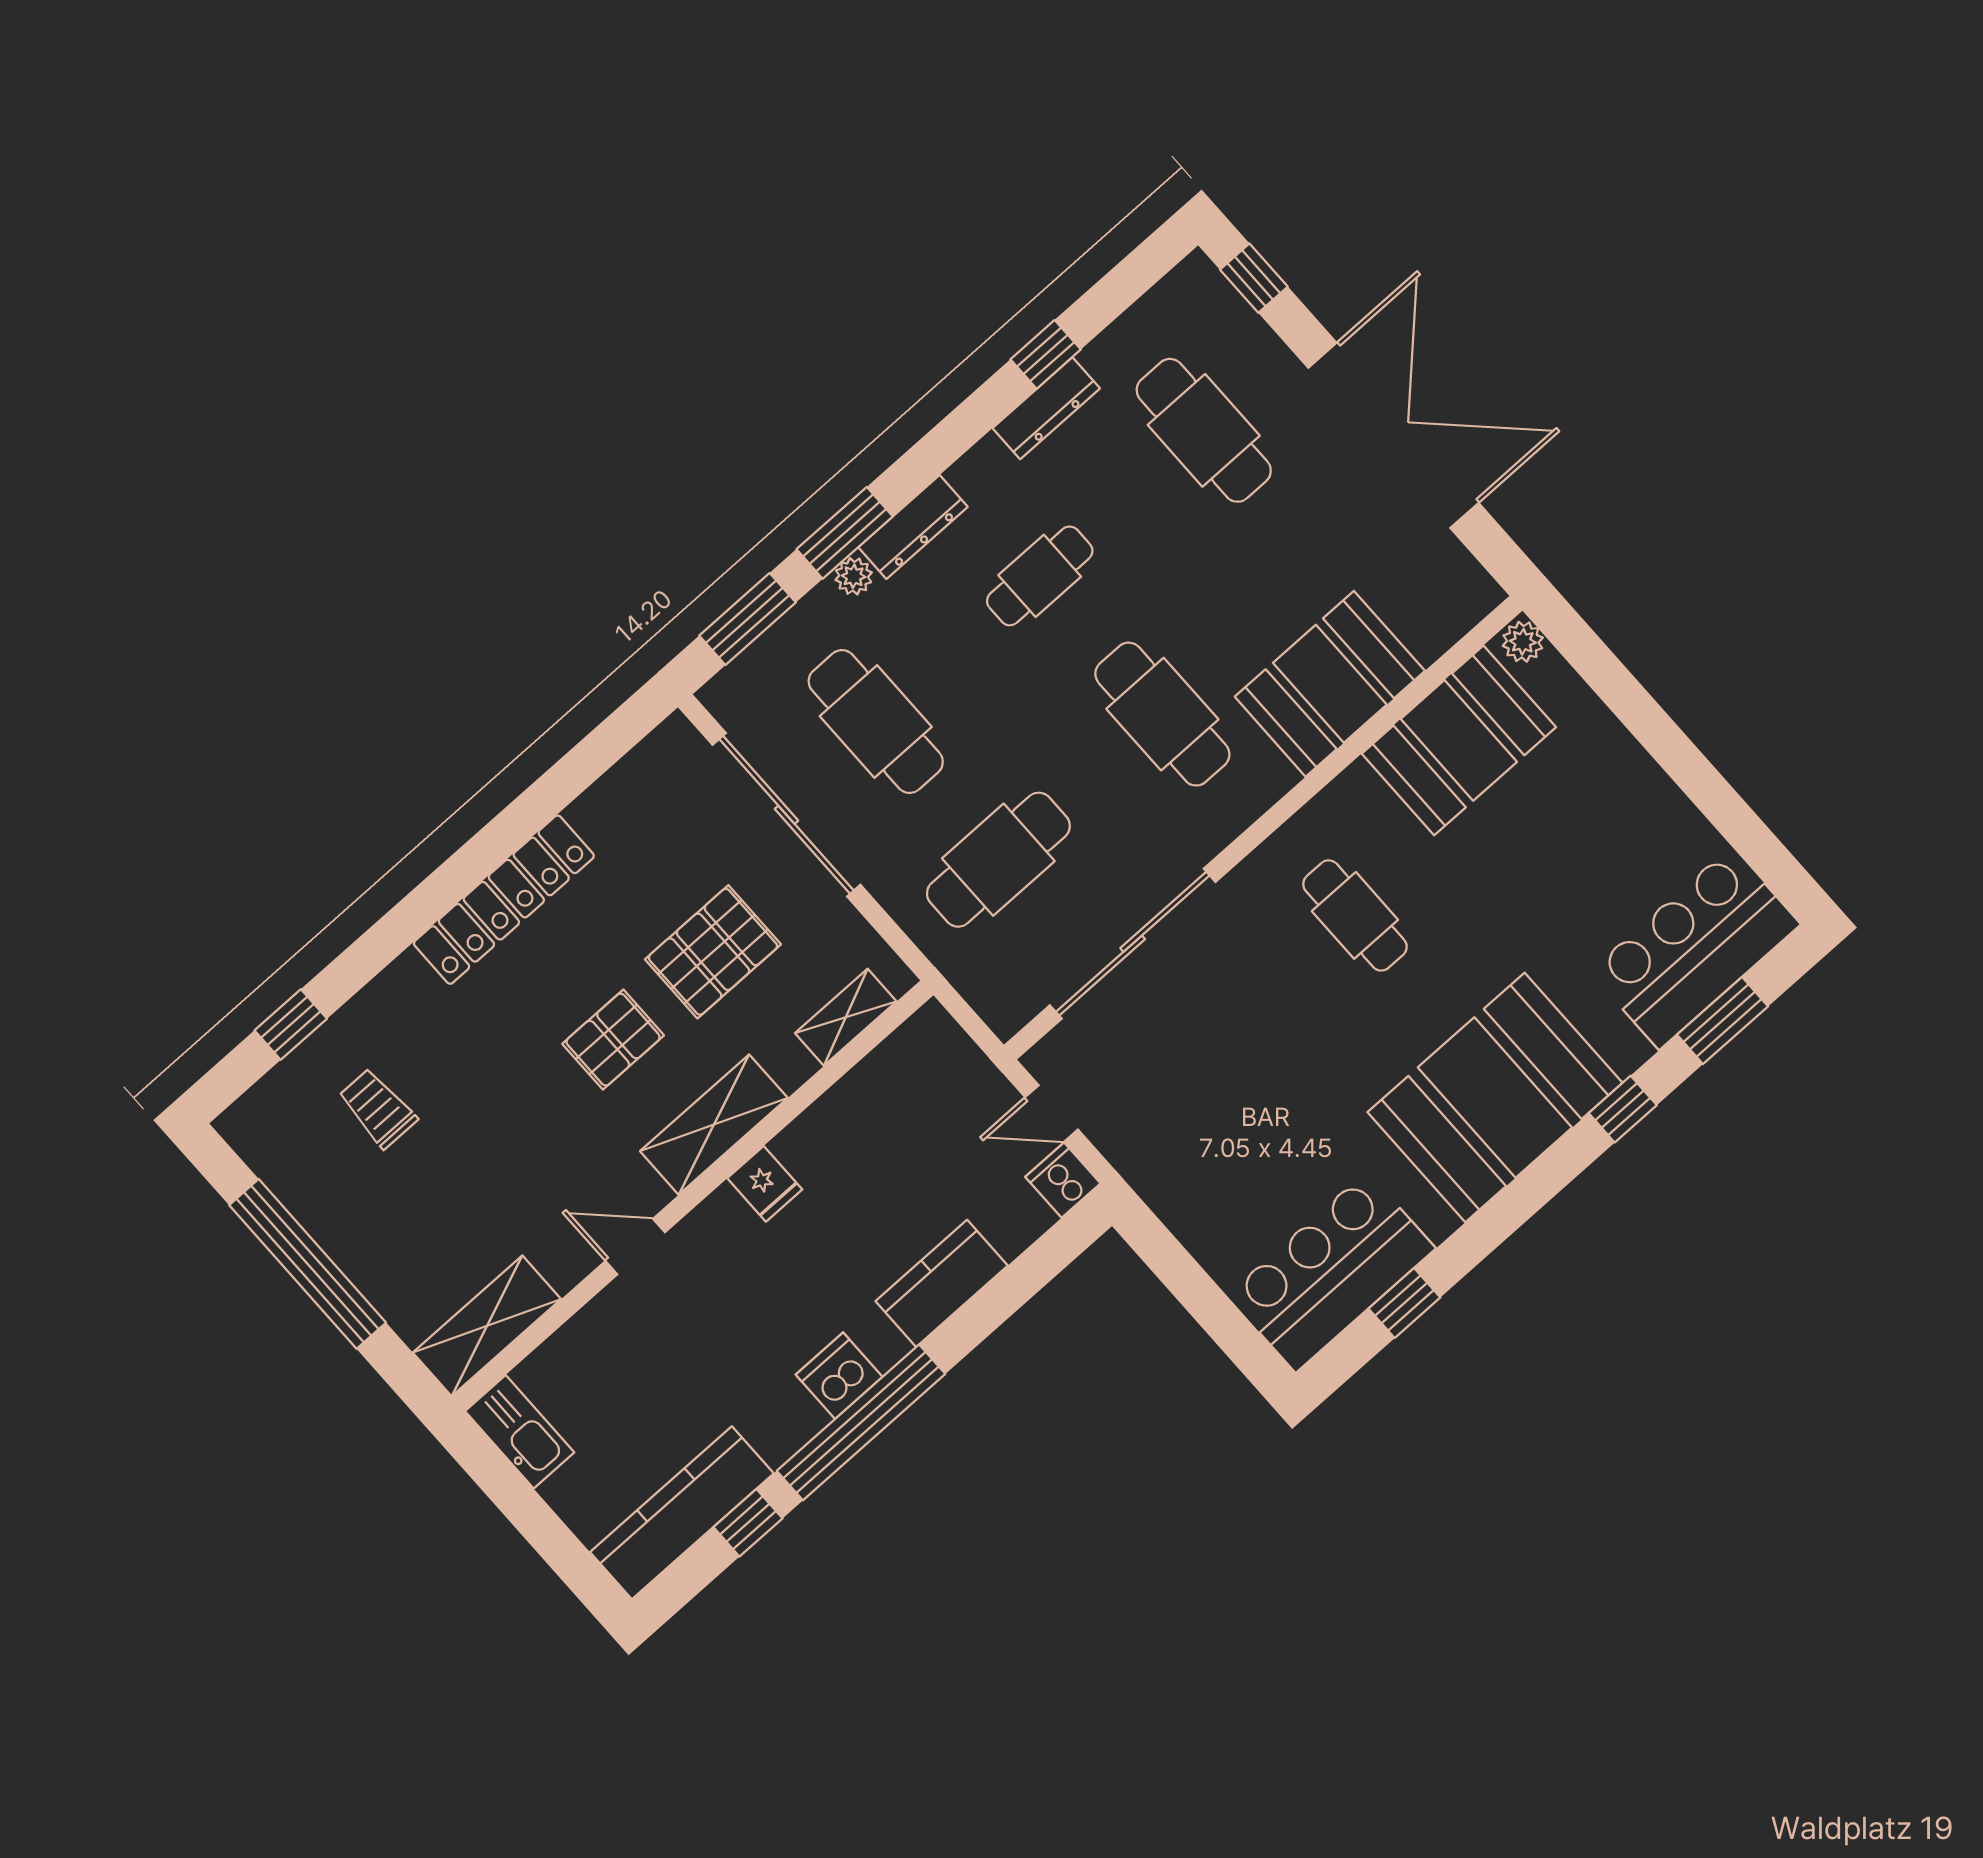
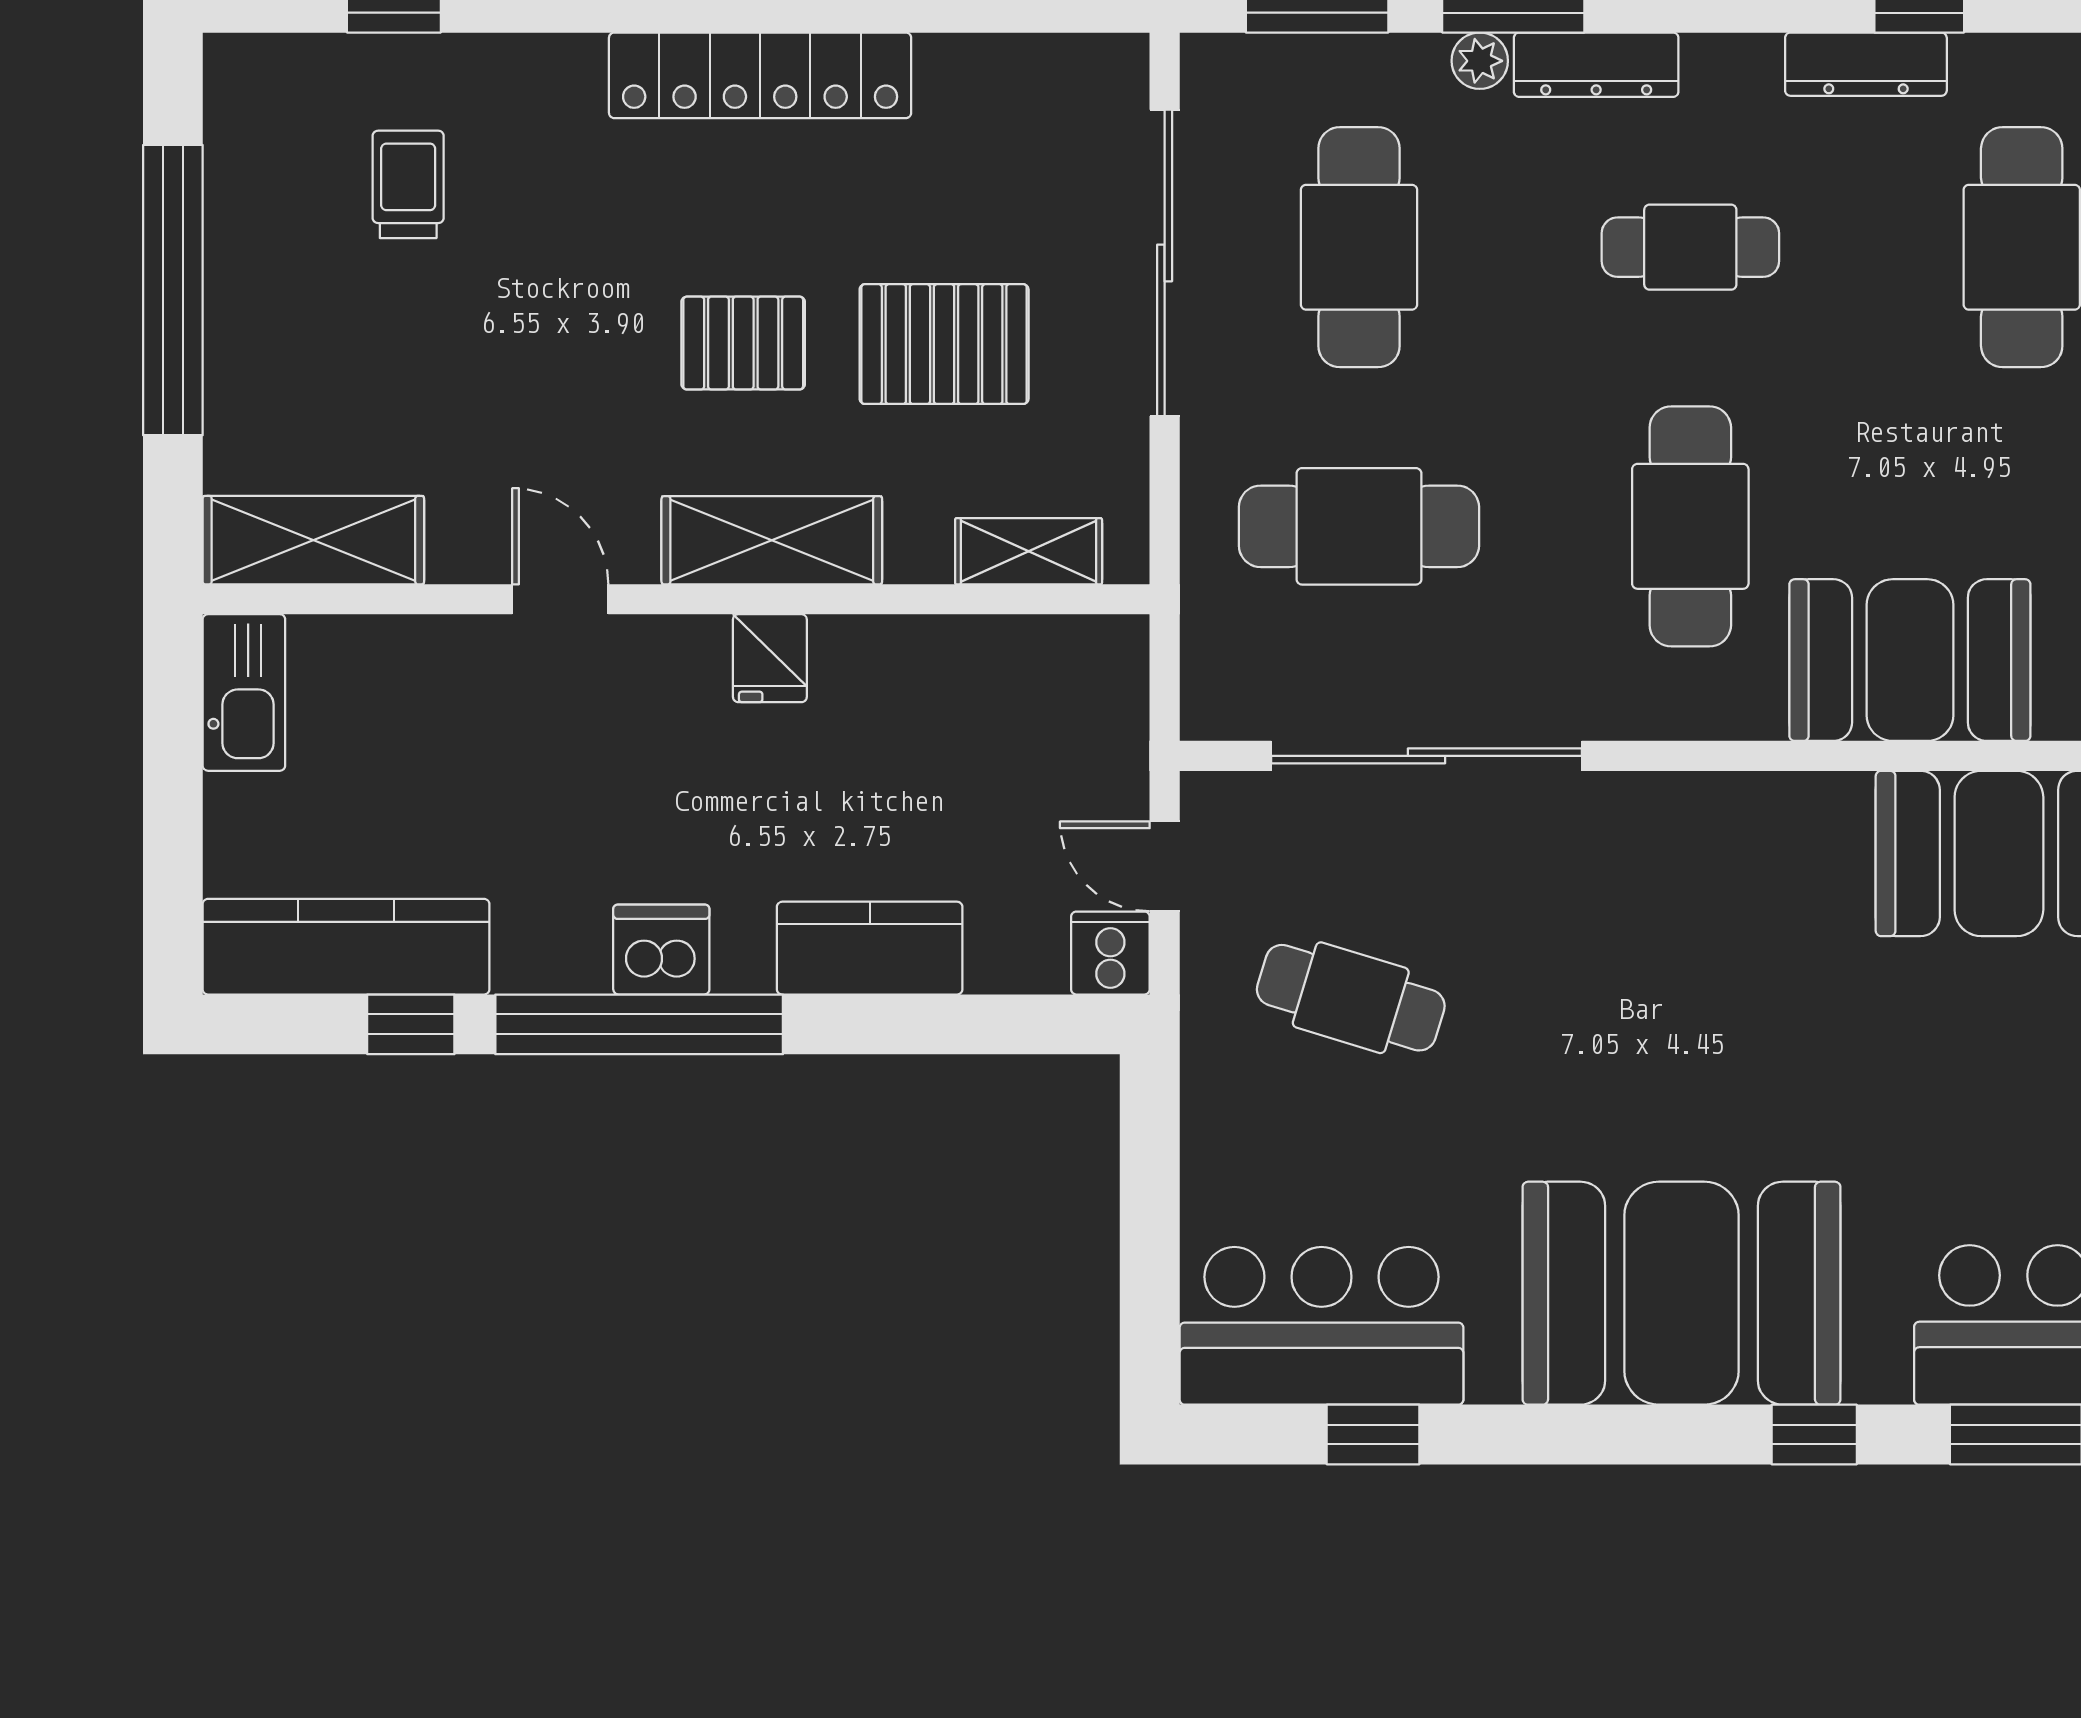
cafe table: (1355, 915) -> (1351, 998), moved, turned -73

